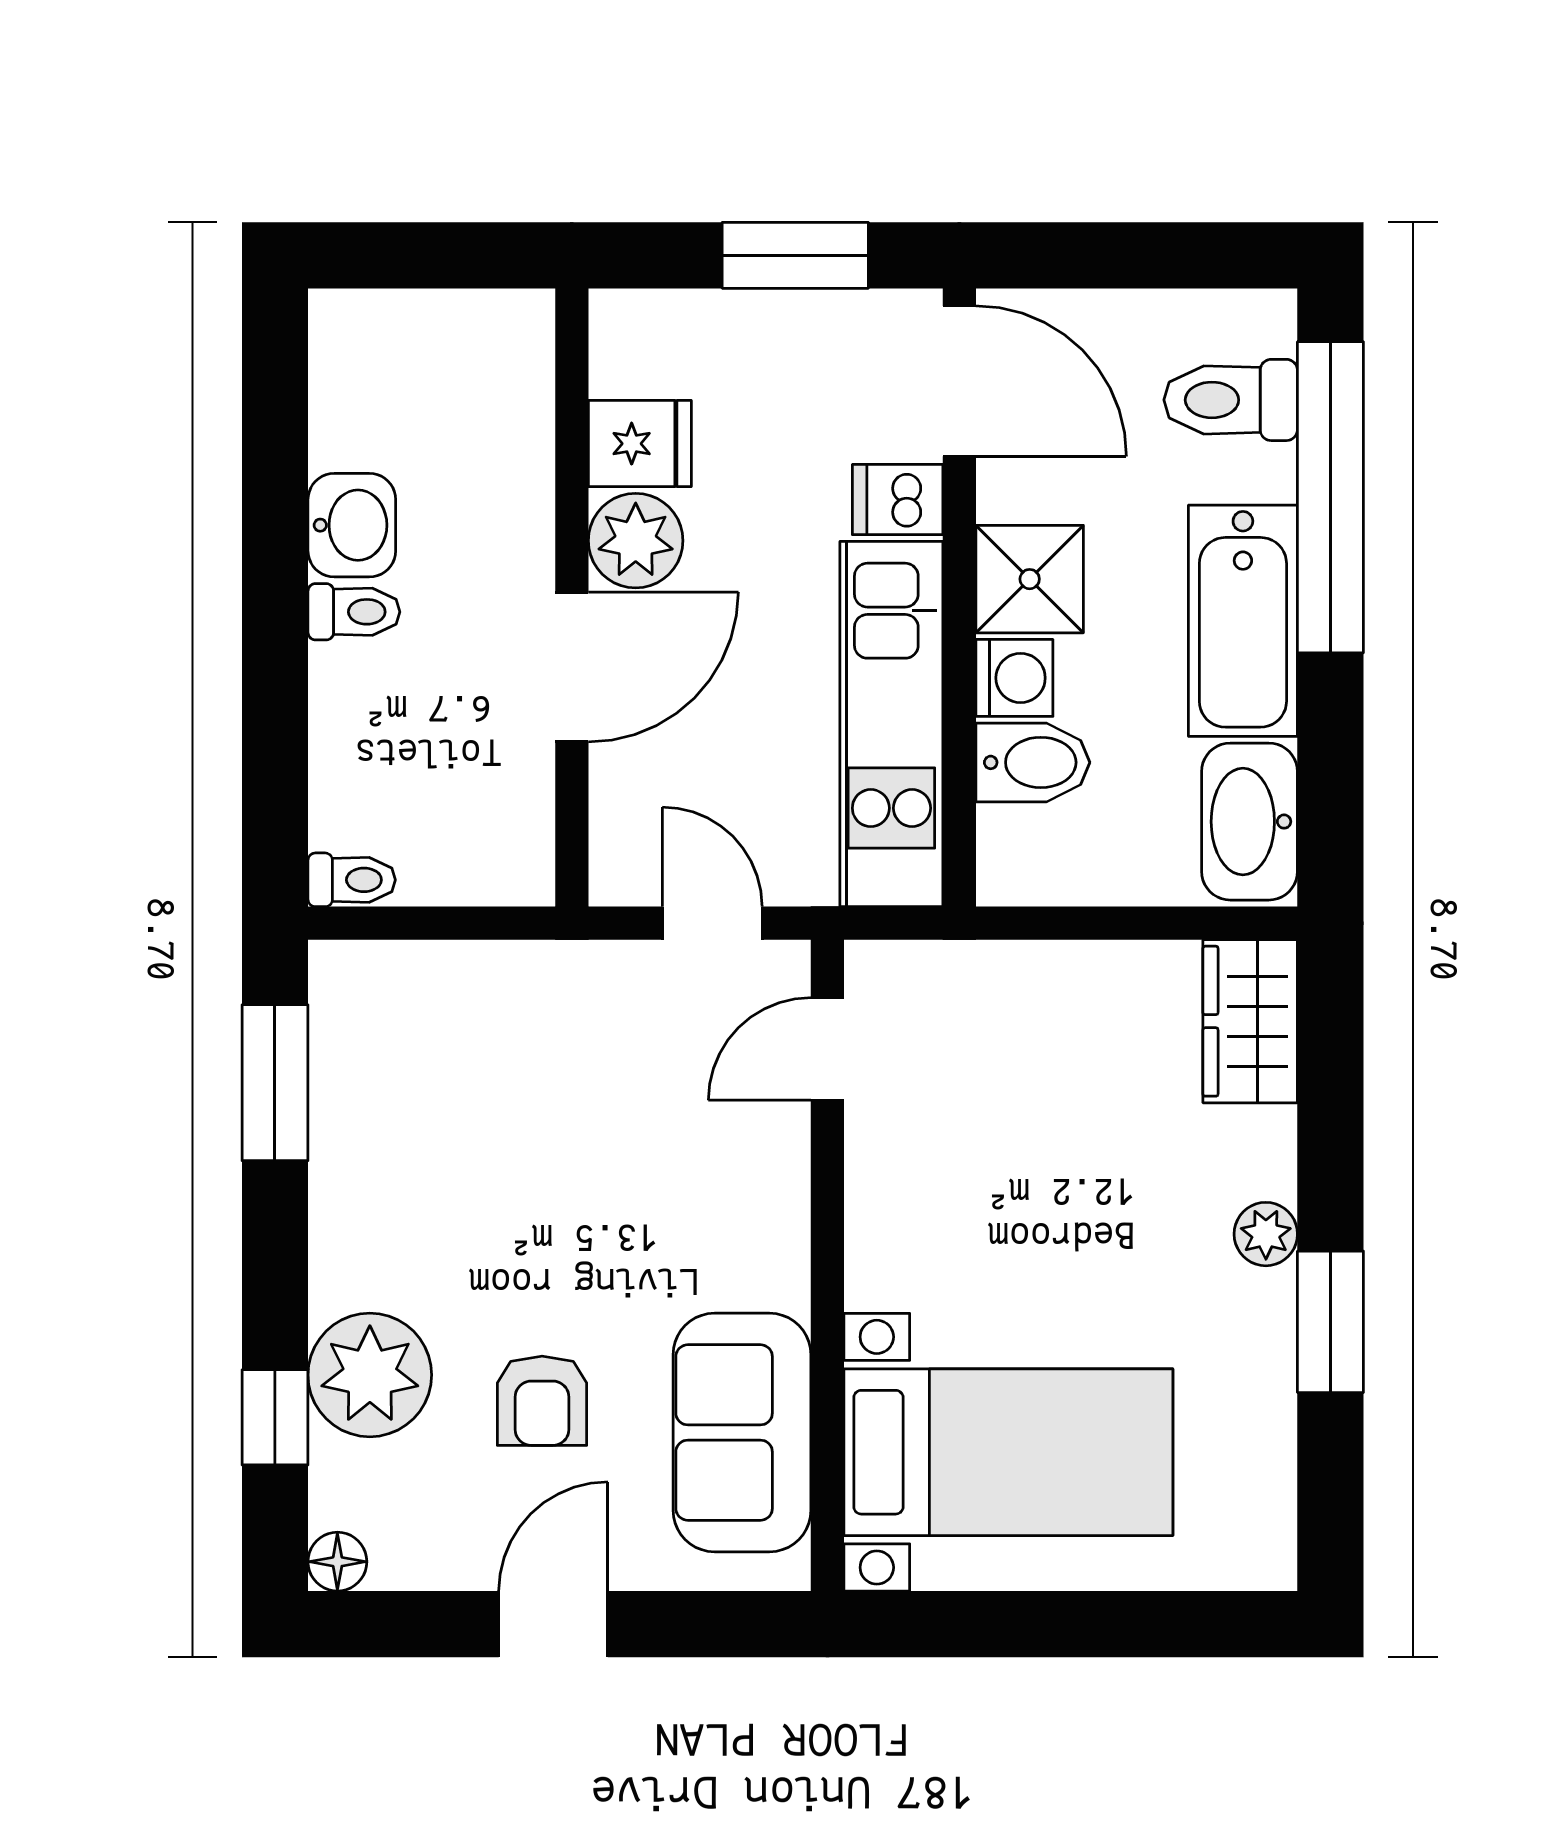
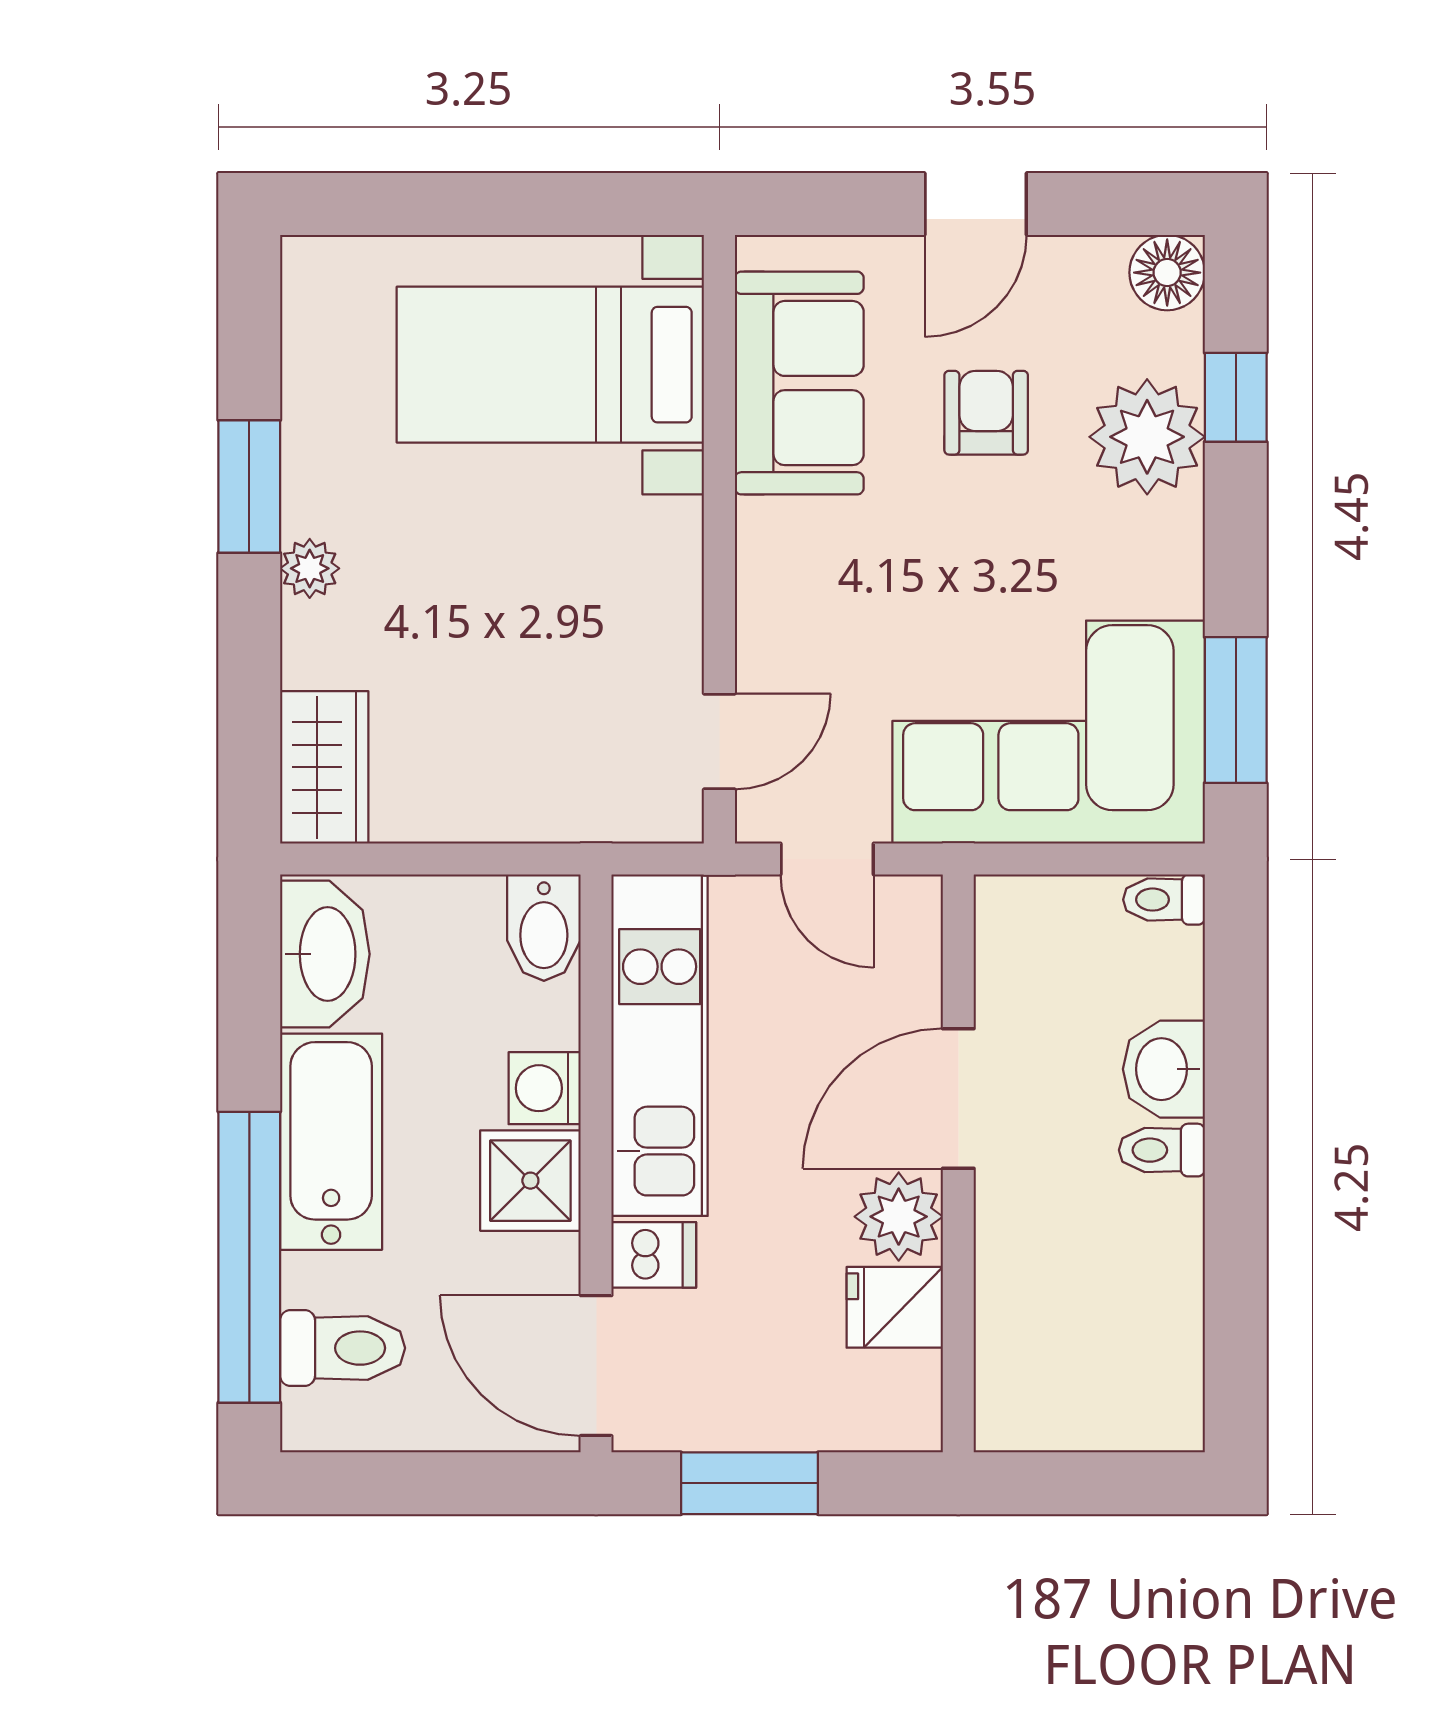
washbasin: (352, 525) -> (1164, 1069), moved
bidet: (1033, 762) -> (544, 928), moved, turned -90
corner sofa: (475, 1059) -> (1049, 732), added
floor lamp: (337, 1562) -> (1167, 273), width x1.37, depth x1.37

